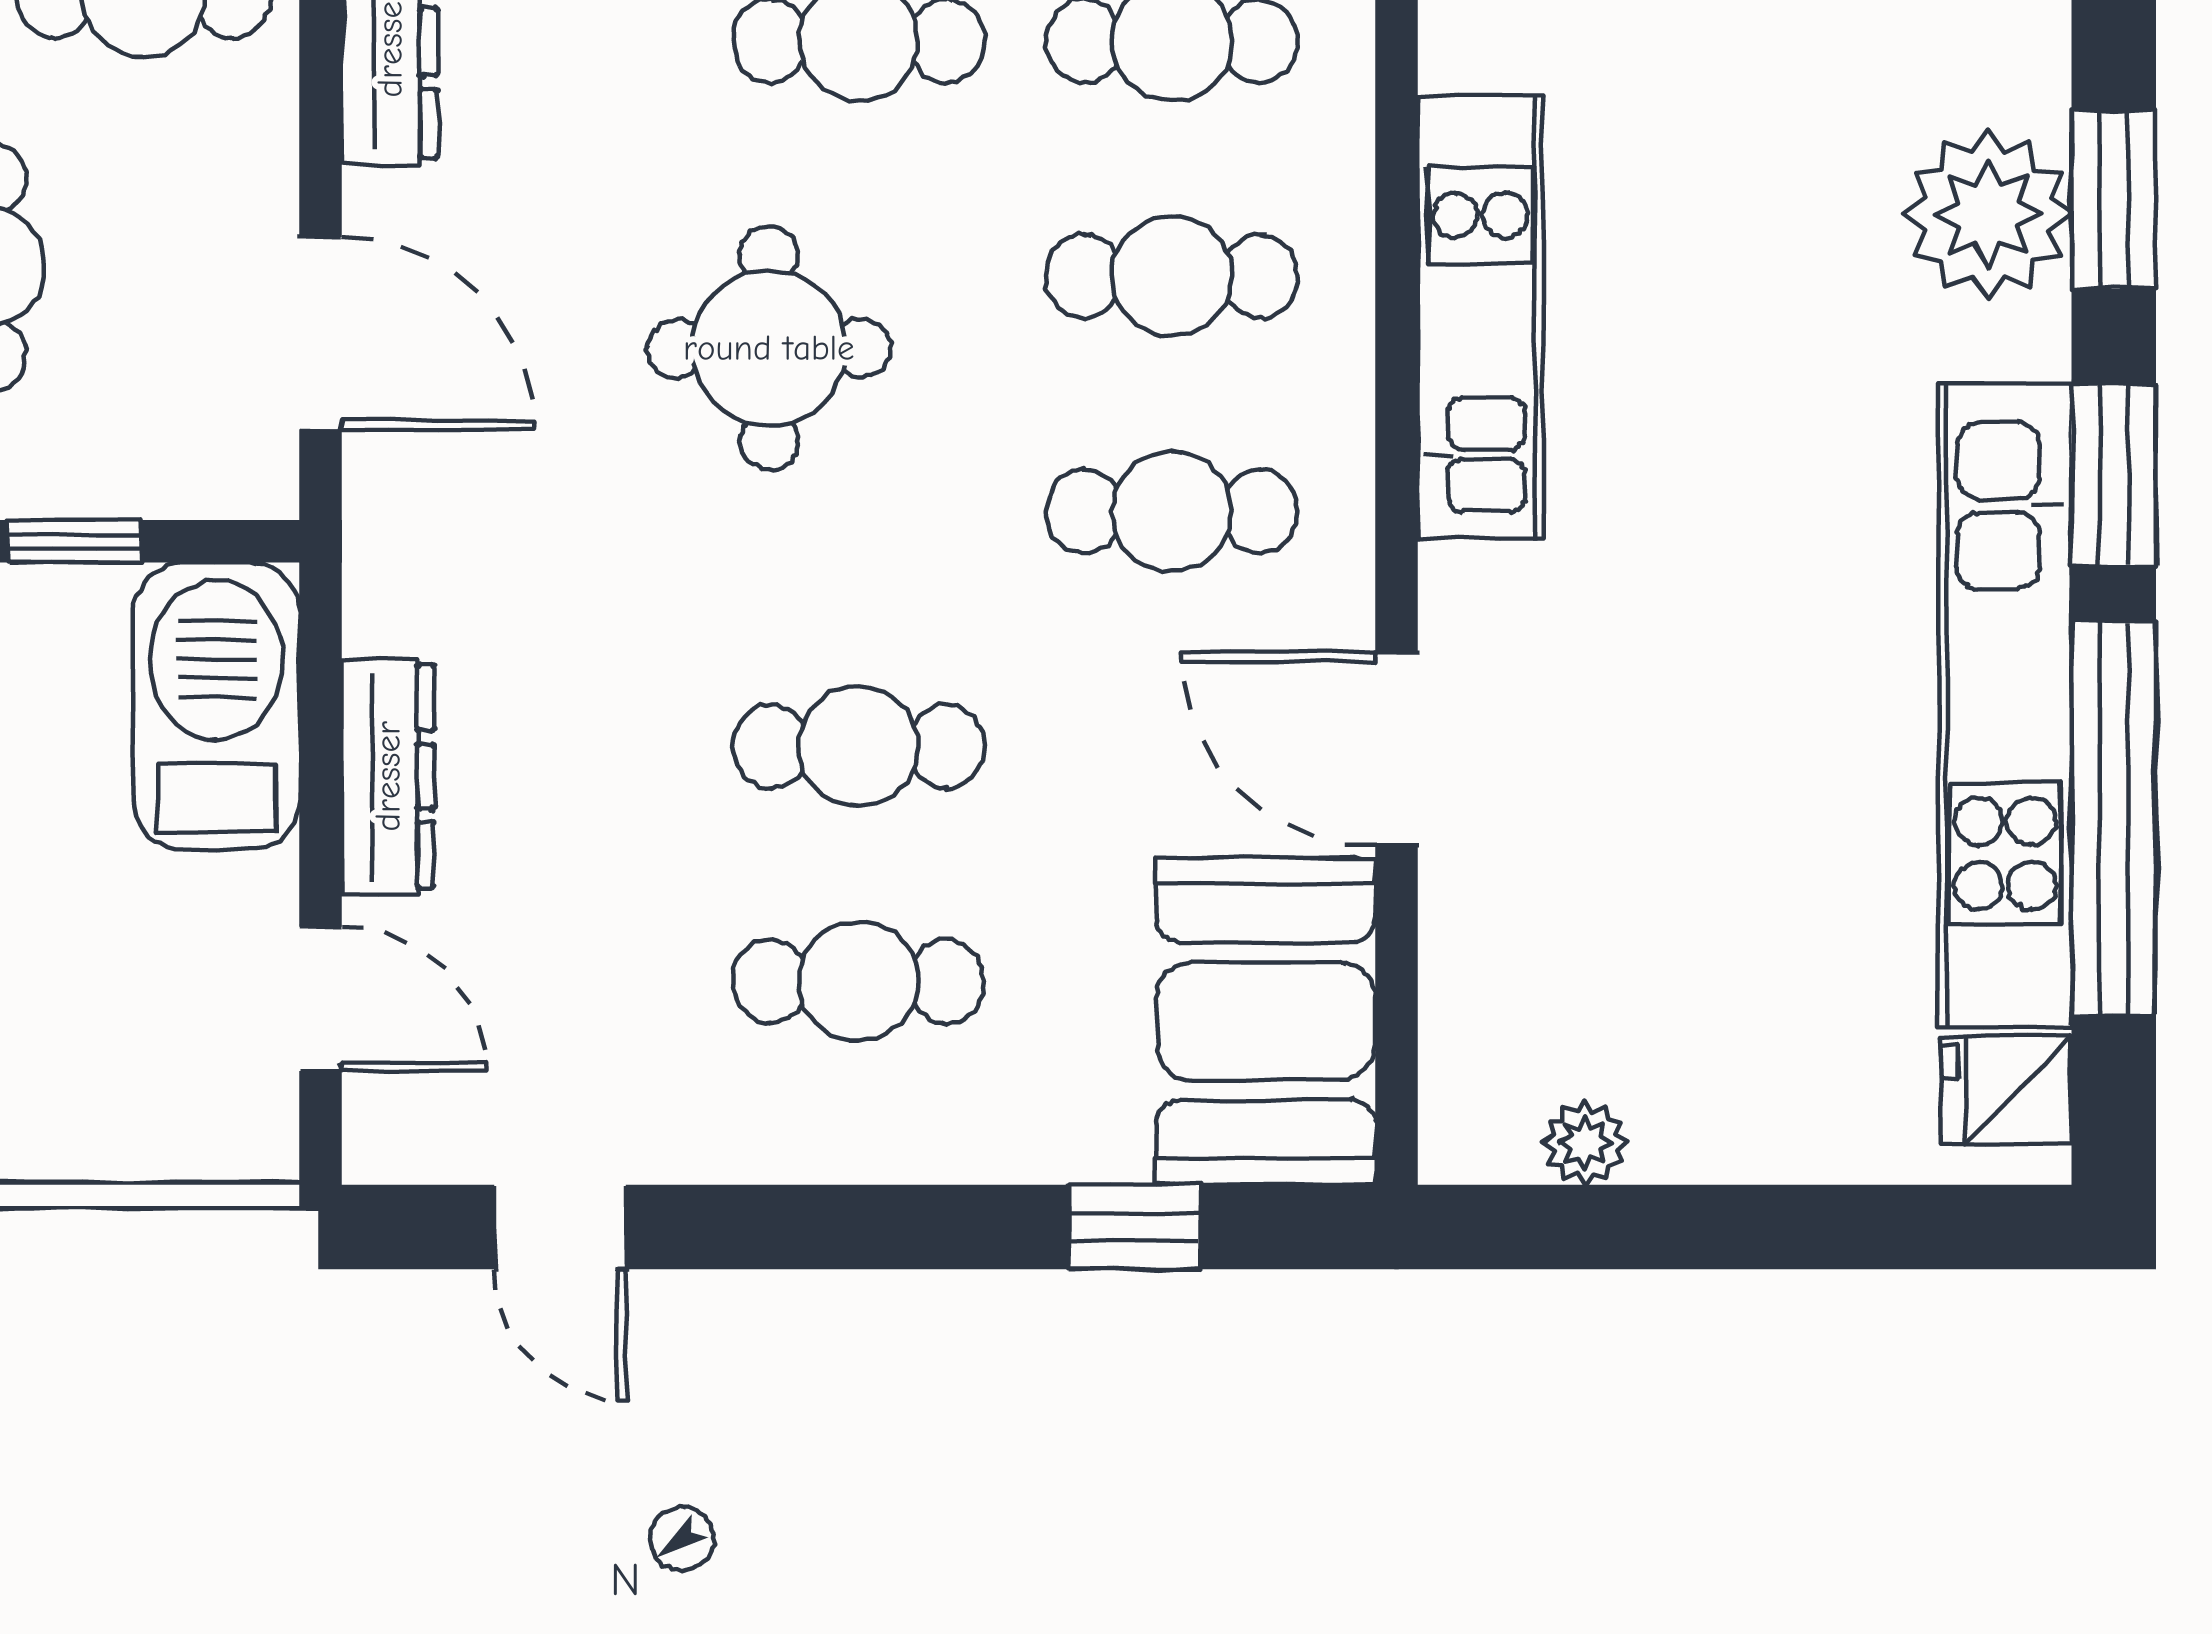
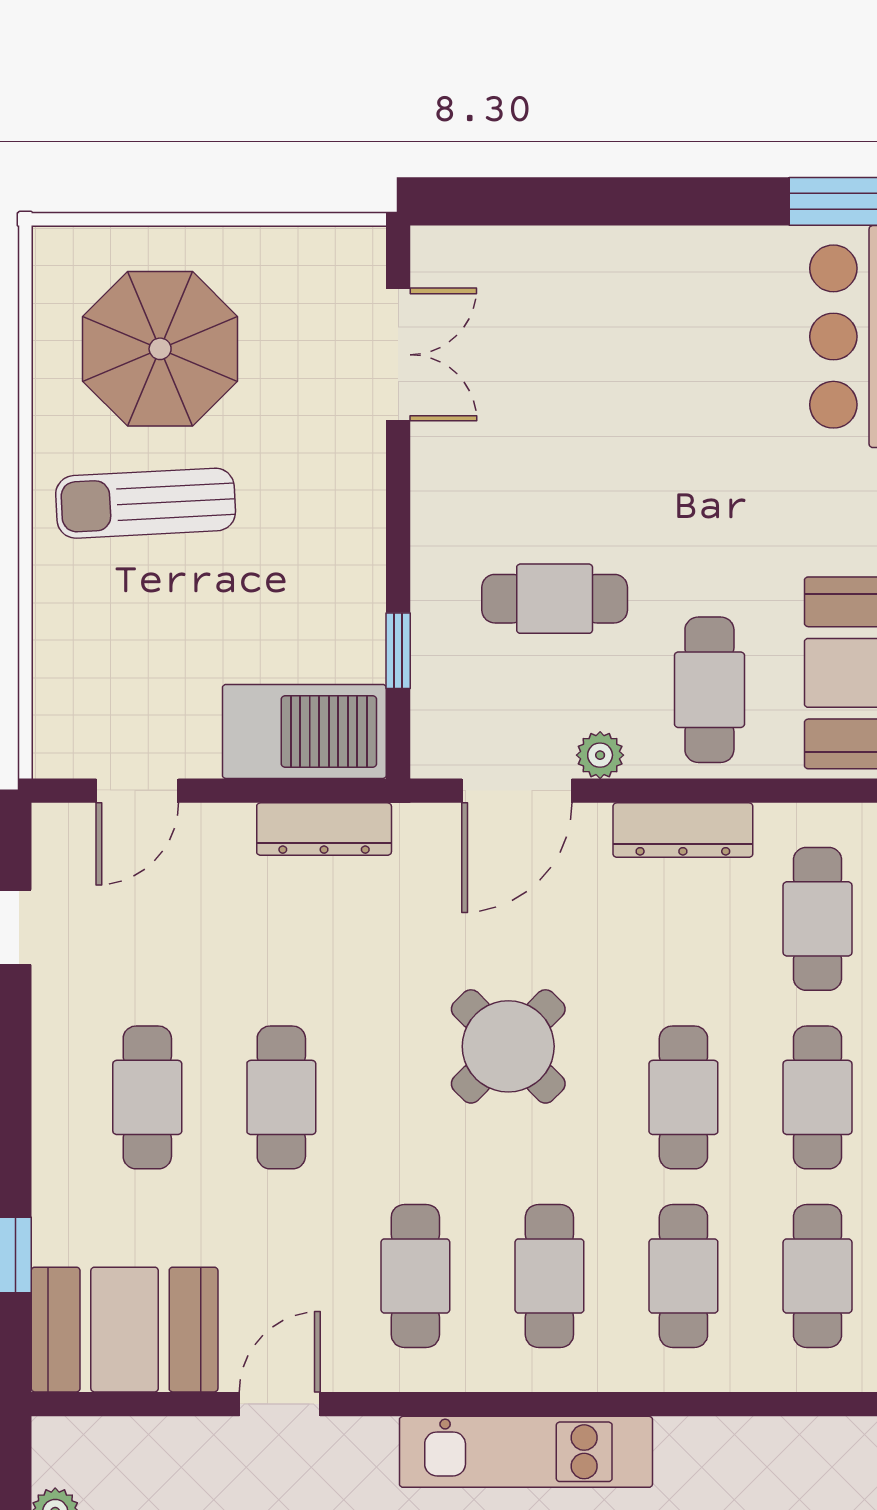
plant: (258, 187) -> (600, 755), added
round table: (769, 348) -> (508, 1046), turned 45
door: (1396, 749) -> (280, 1404), width x0.73
dresser: (388, 776) -> (324, 829), moved

